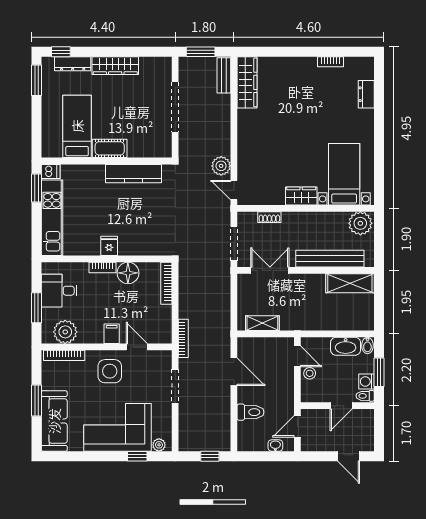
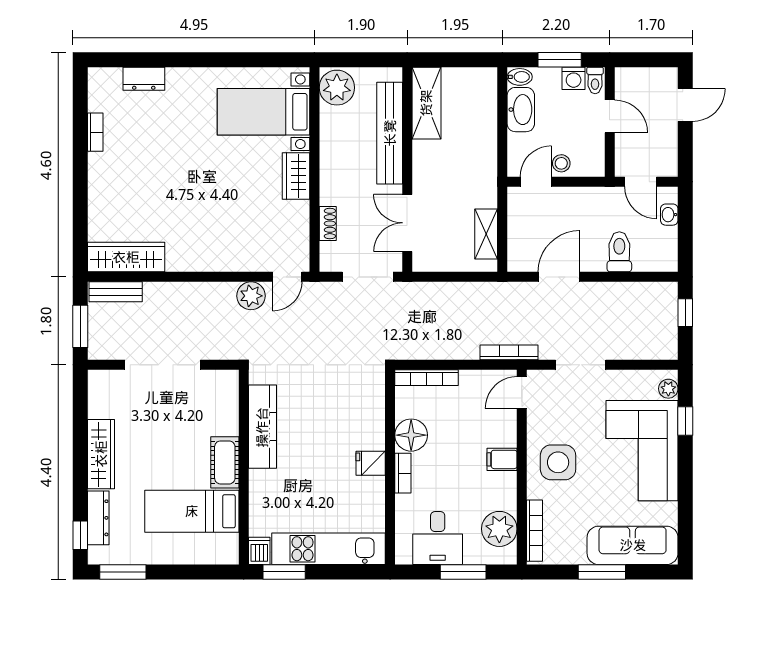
door: (137, 347) -> (522, 393), moved

